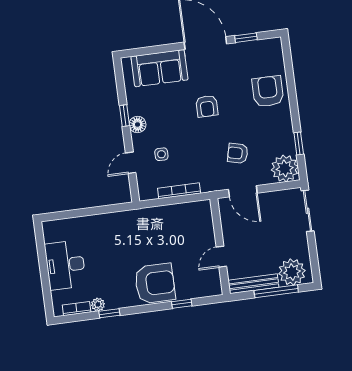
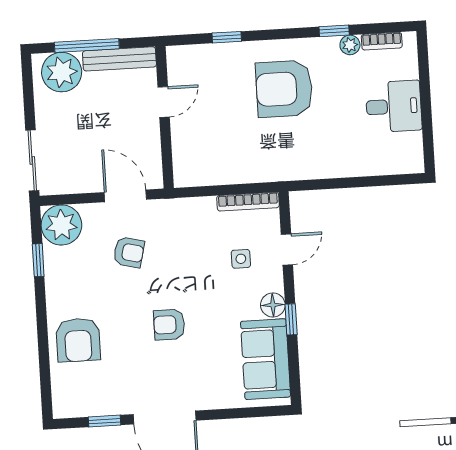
sofa: (159, 68) -> (266, 359), moved, turned -90
armchair: (207, 106) -> (169, 325), turned -90
bookcase: (179, 191) -> (248, 202), moved
desk: (65, 265) -> (394, 106), width x0.73
armchair: (155, 283) -> (284, 89), moved

